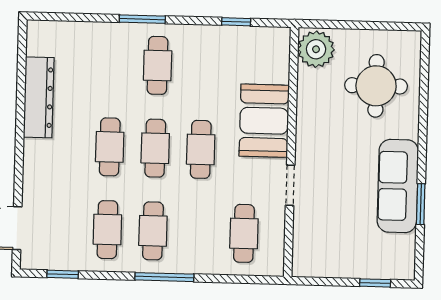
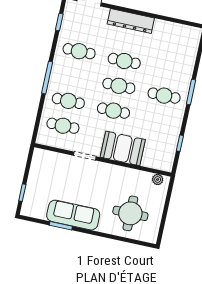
plant: (316, 49) -> (158, 179), width x0.53, depth x0.53
dresser: (39, 97) -> (131, 21), moved
cafe table: (153, 231) -> (68, 101), moved

